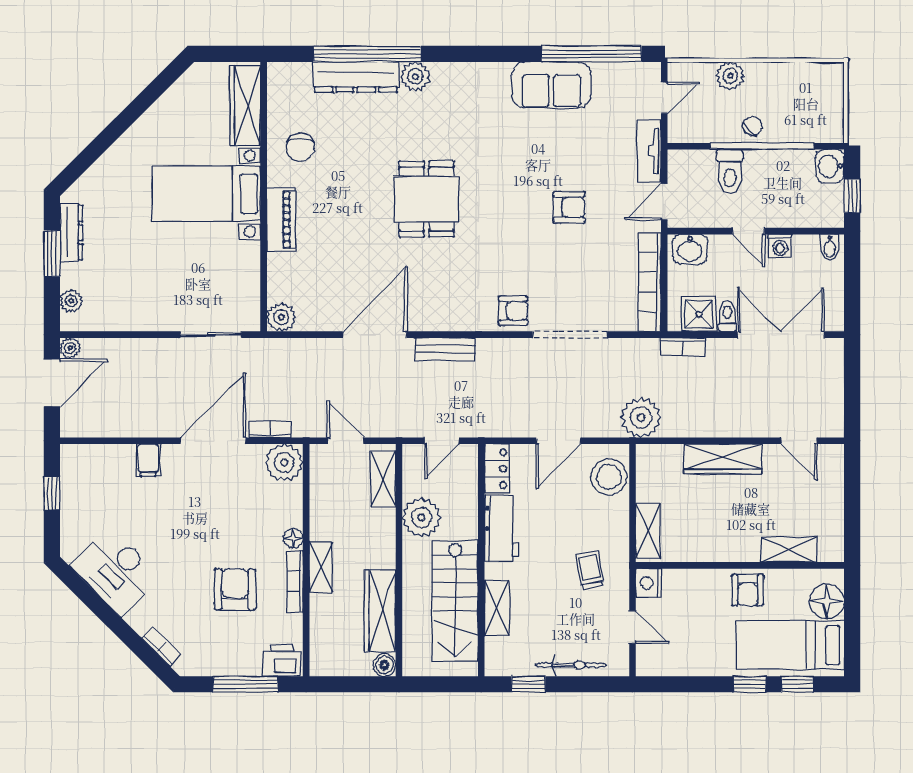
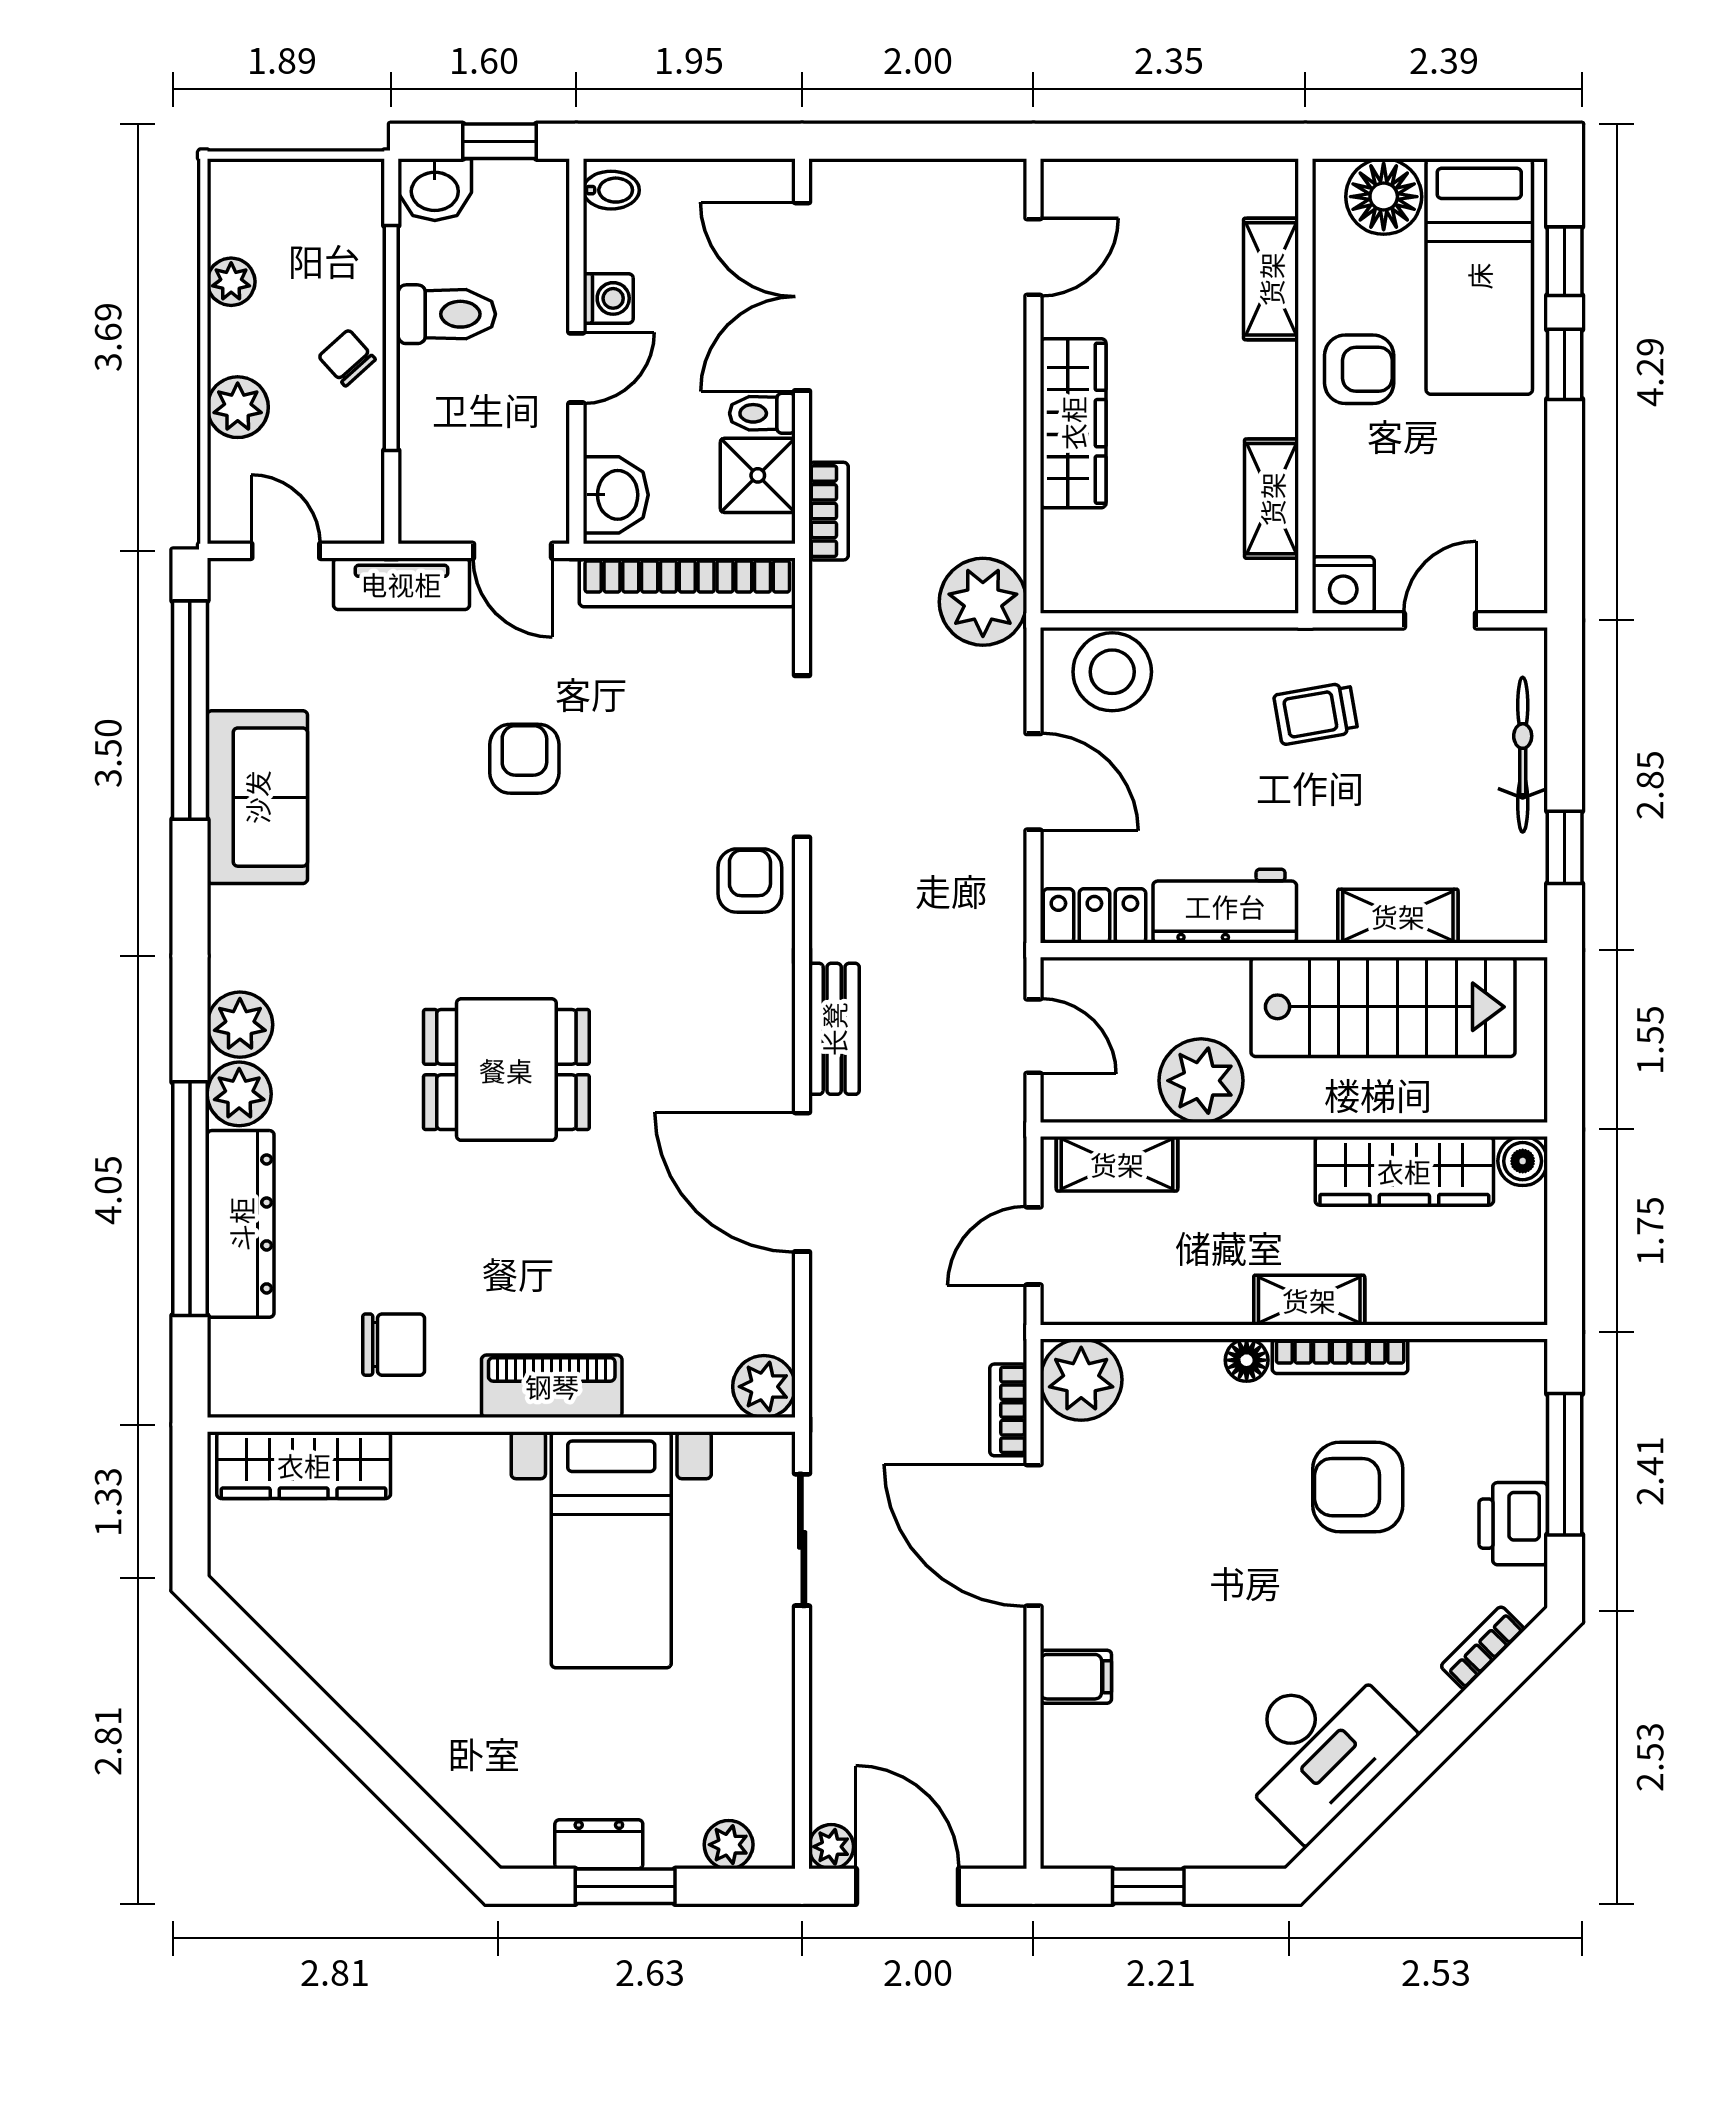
plant: (788, 73) -> (231, 282), added
plant: (447, 77) -> (240, 1025), added
toilet: (730, 172) -> (447, 314), moved
bed with nightstands: (206, 194) -> (611, 1550), moved
dresser: (71, 233) -> (599, 1844), width x0.70
shelving: (648, 531) -> (1272, 499), moved, turned 90
printer: (282, 661) -> (1513, 1524), moved

